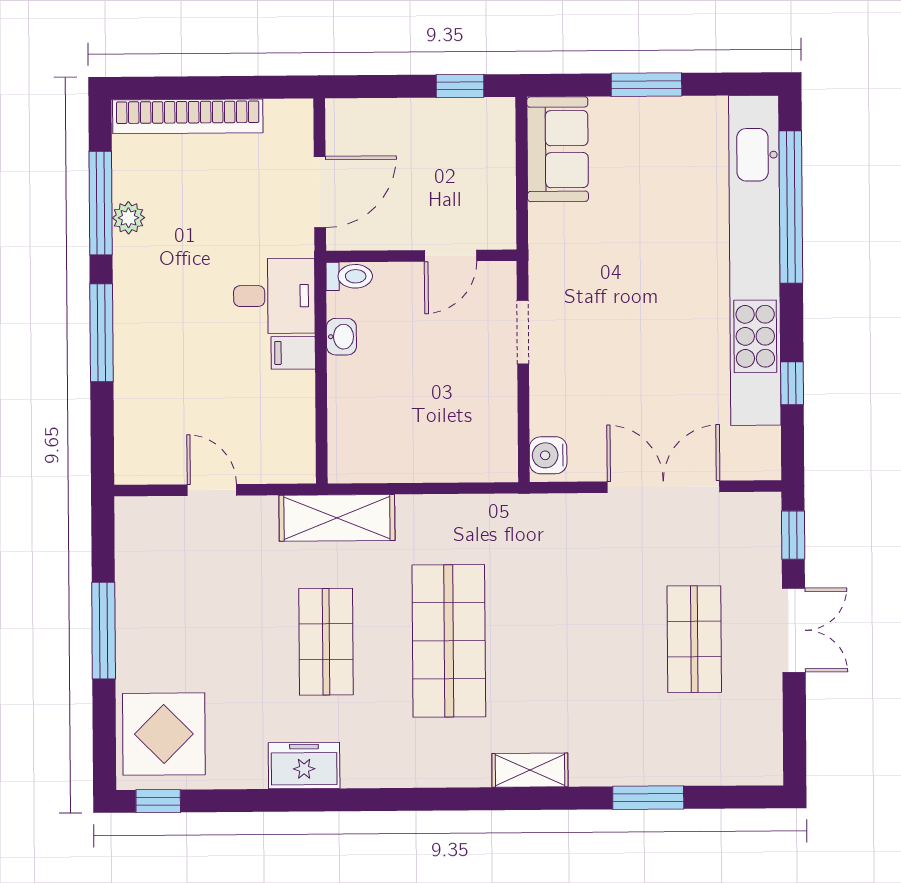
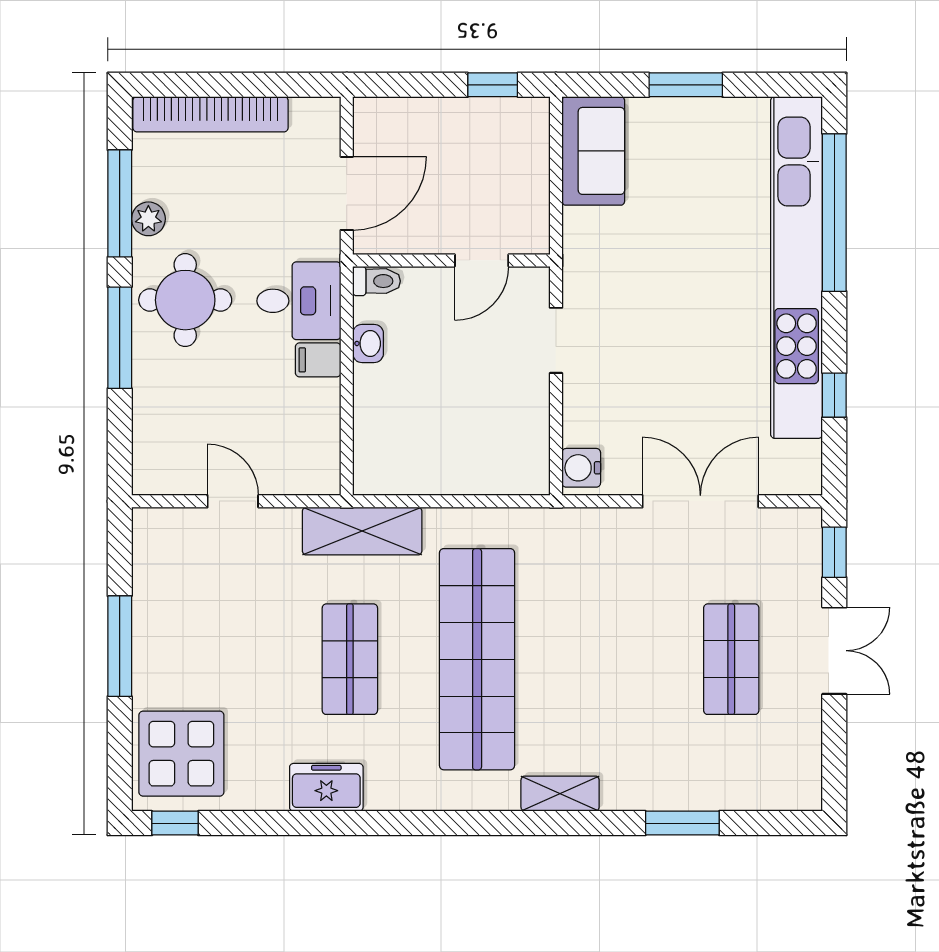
round table: (165, 296) -> (185, 300), added
shop shelf: (449, 641) -> (477, 659), width x1.40

